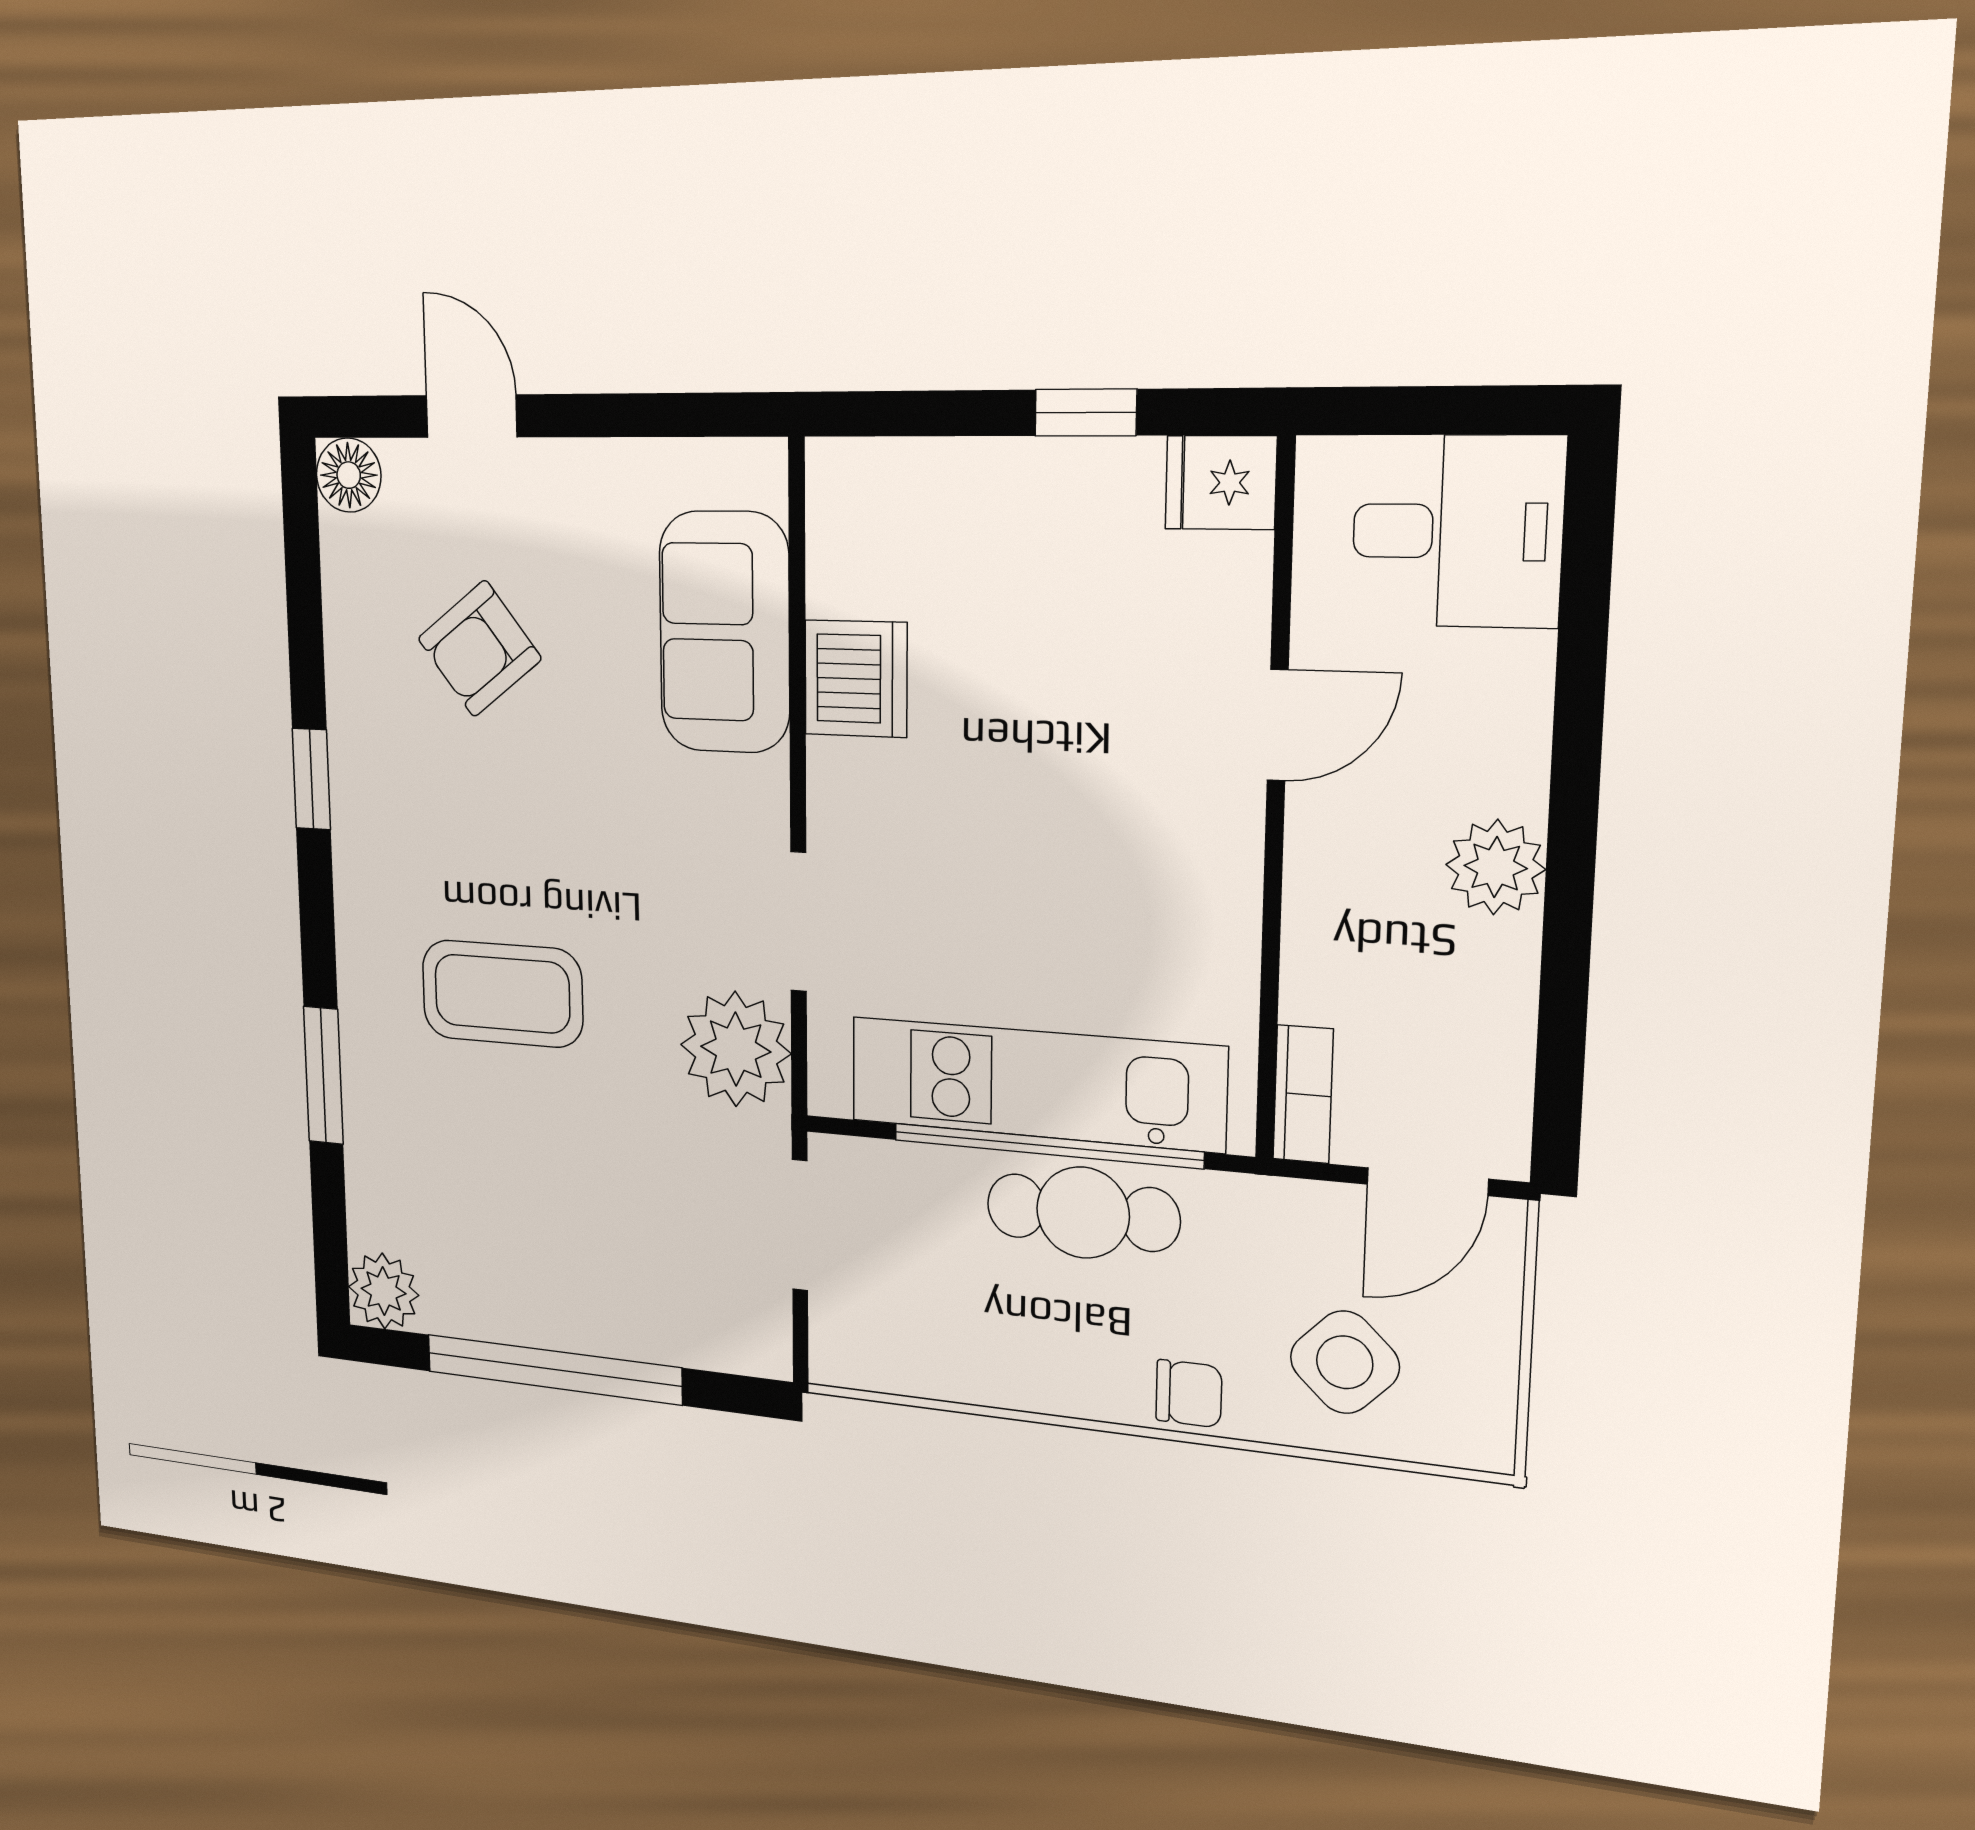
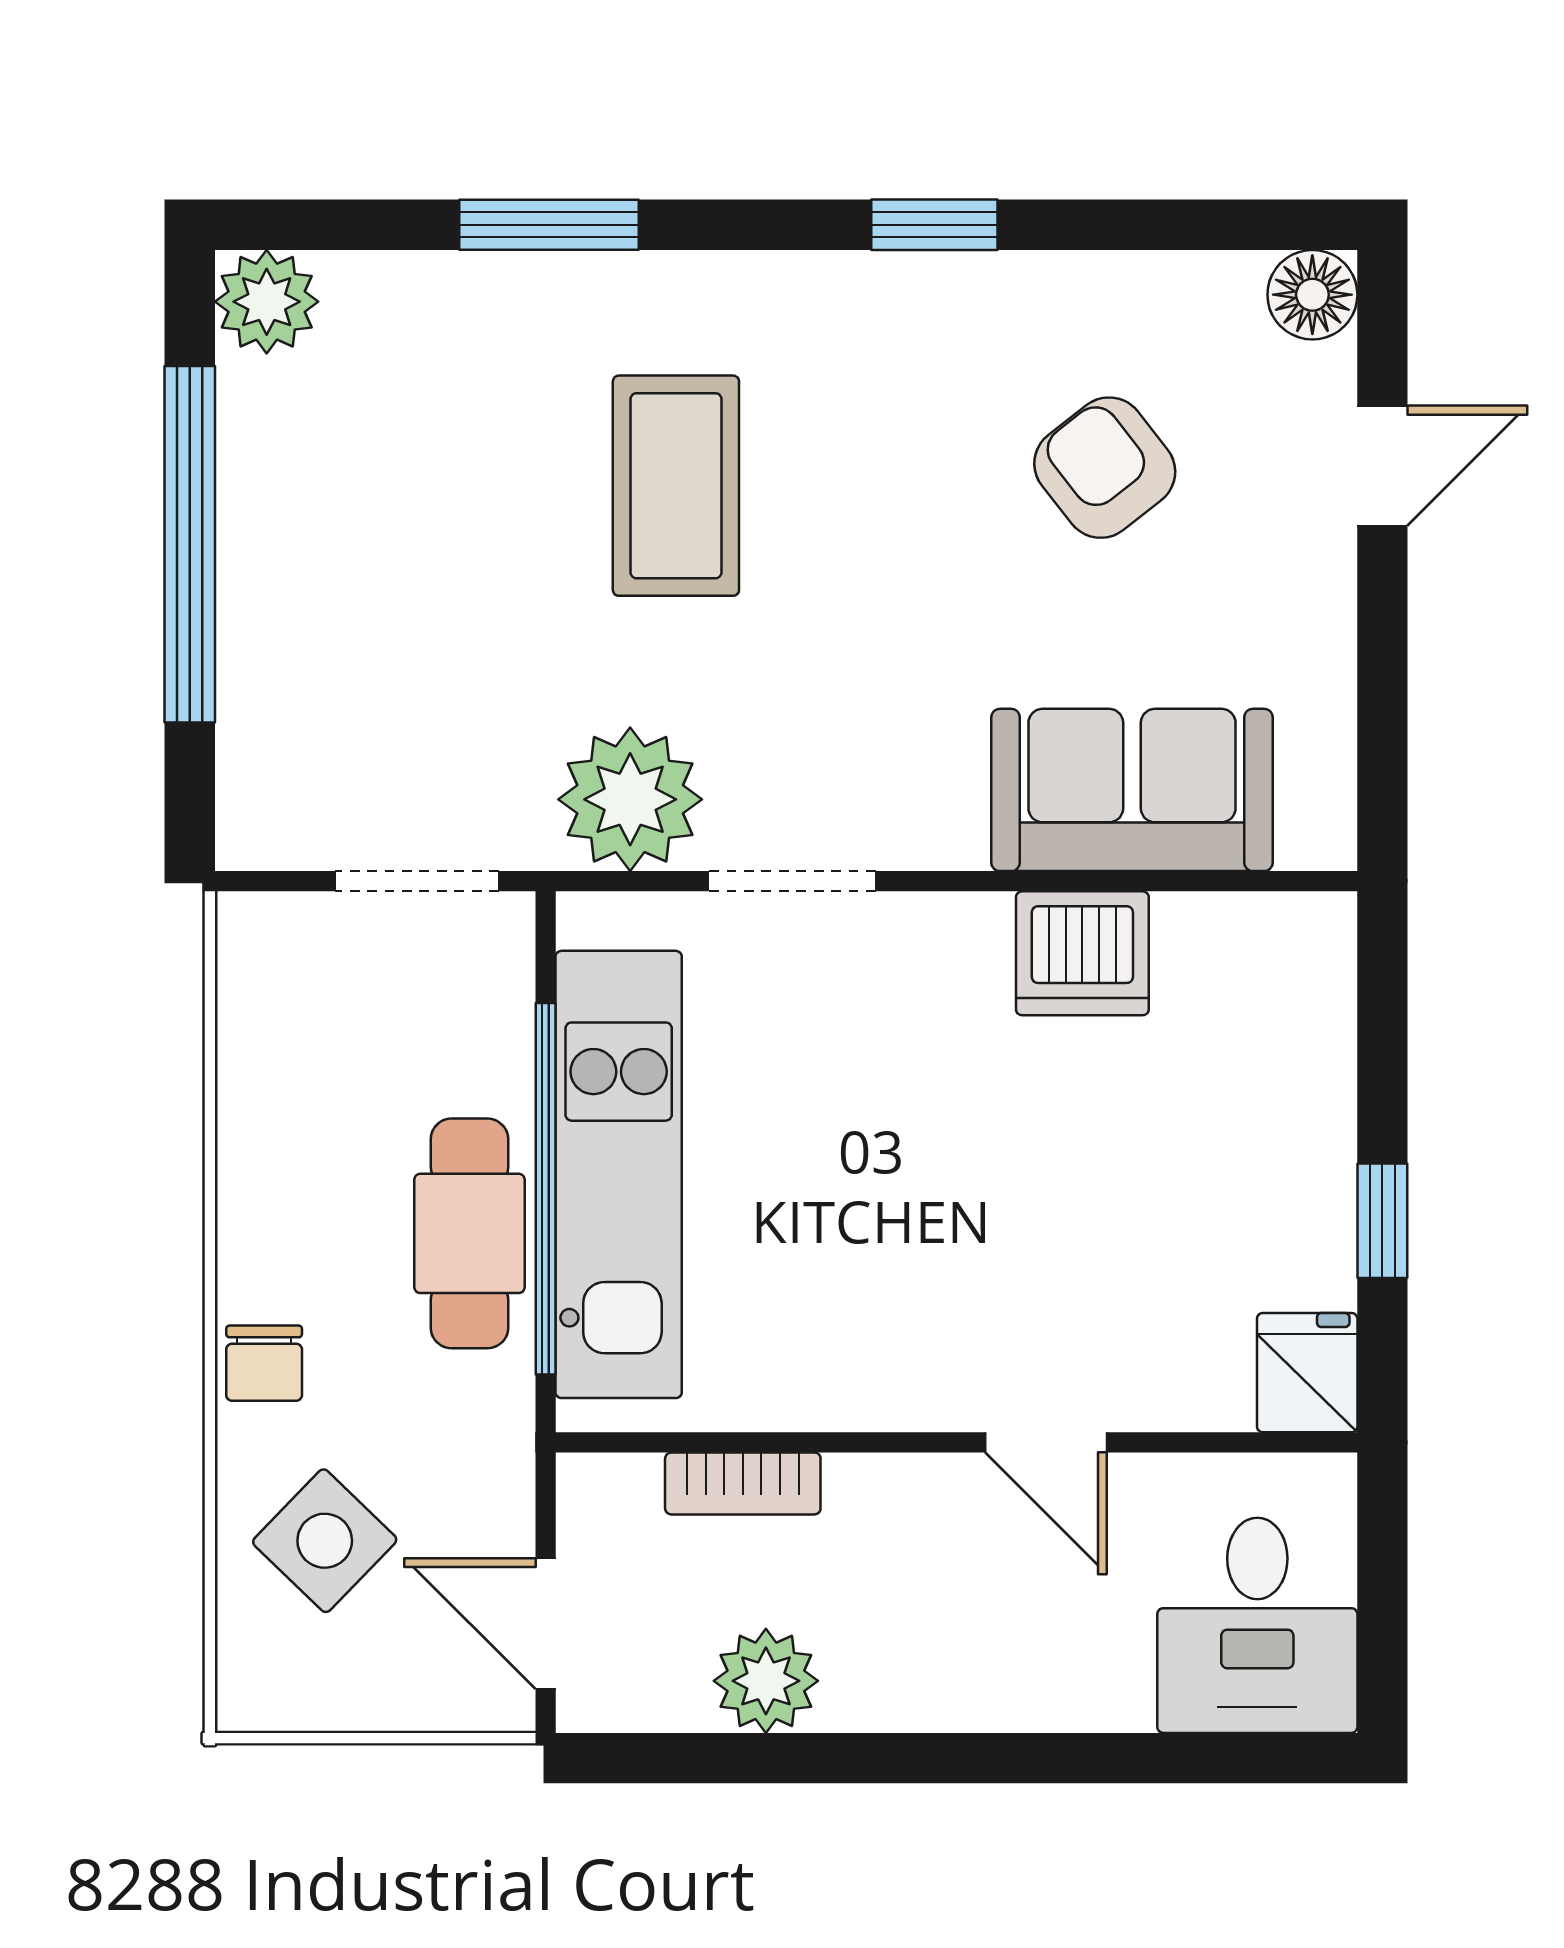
plant: (1496, 867) -> (766, 1681), moved
bookcase: (1303, 1094) -> (743, 1483), moved

